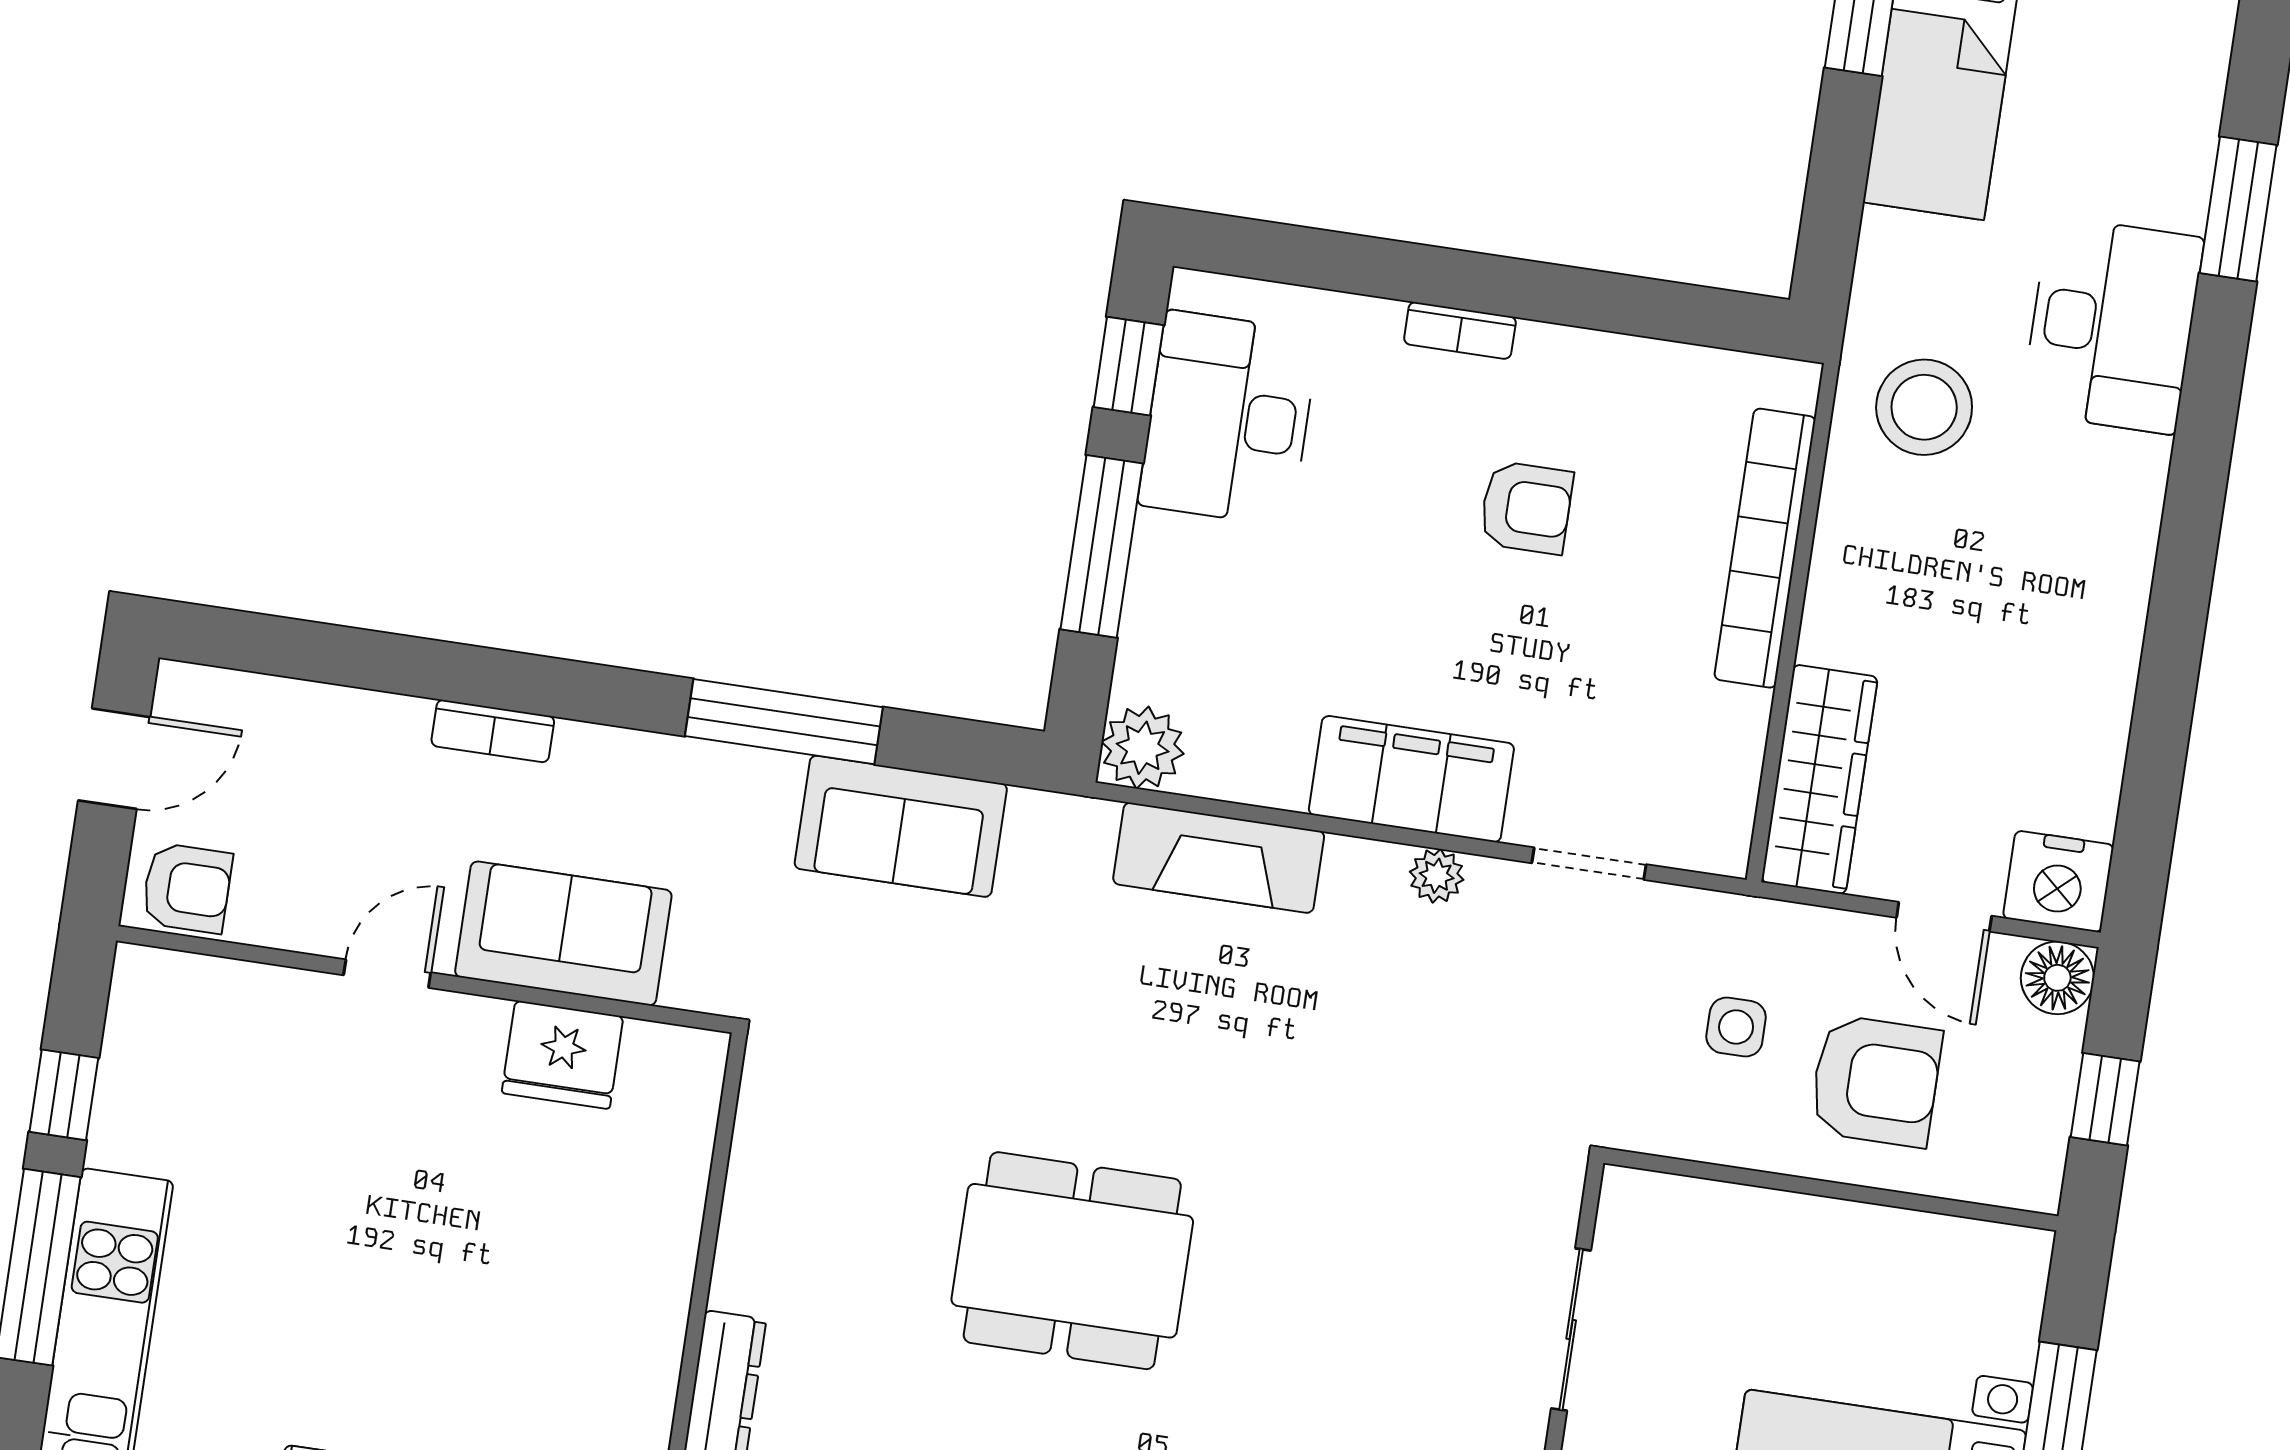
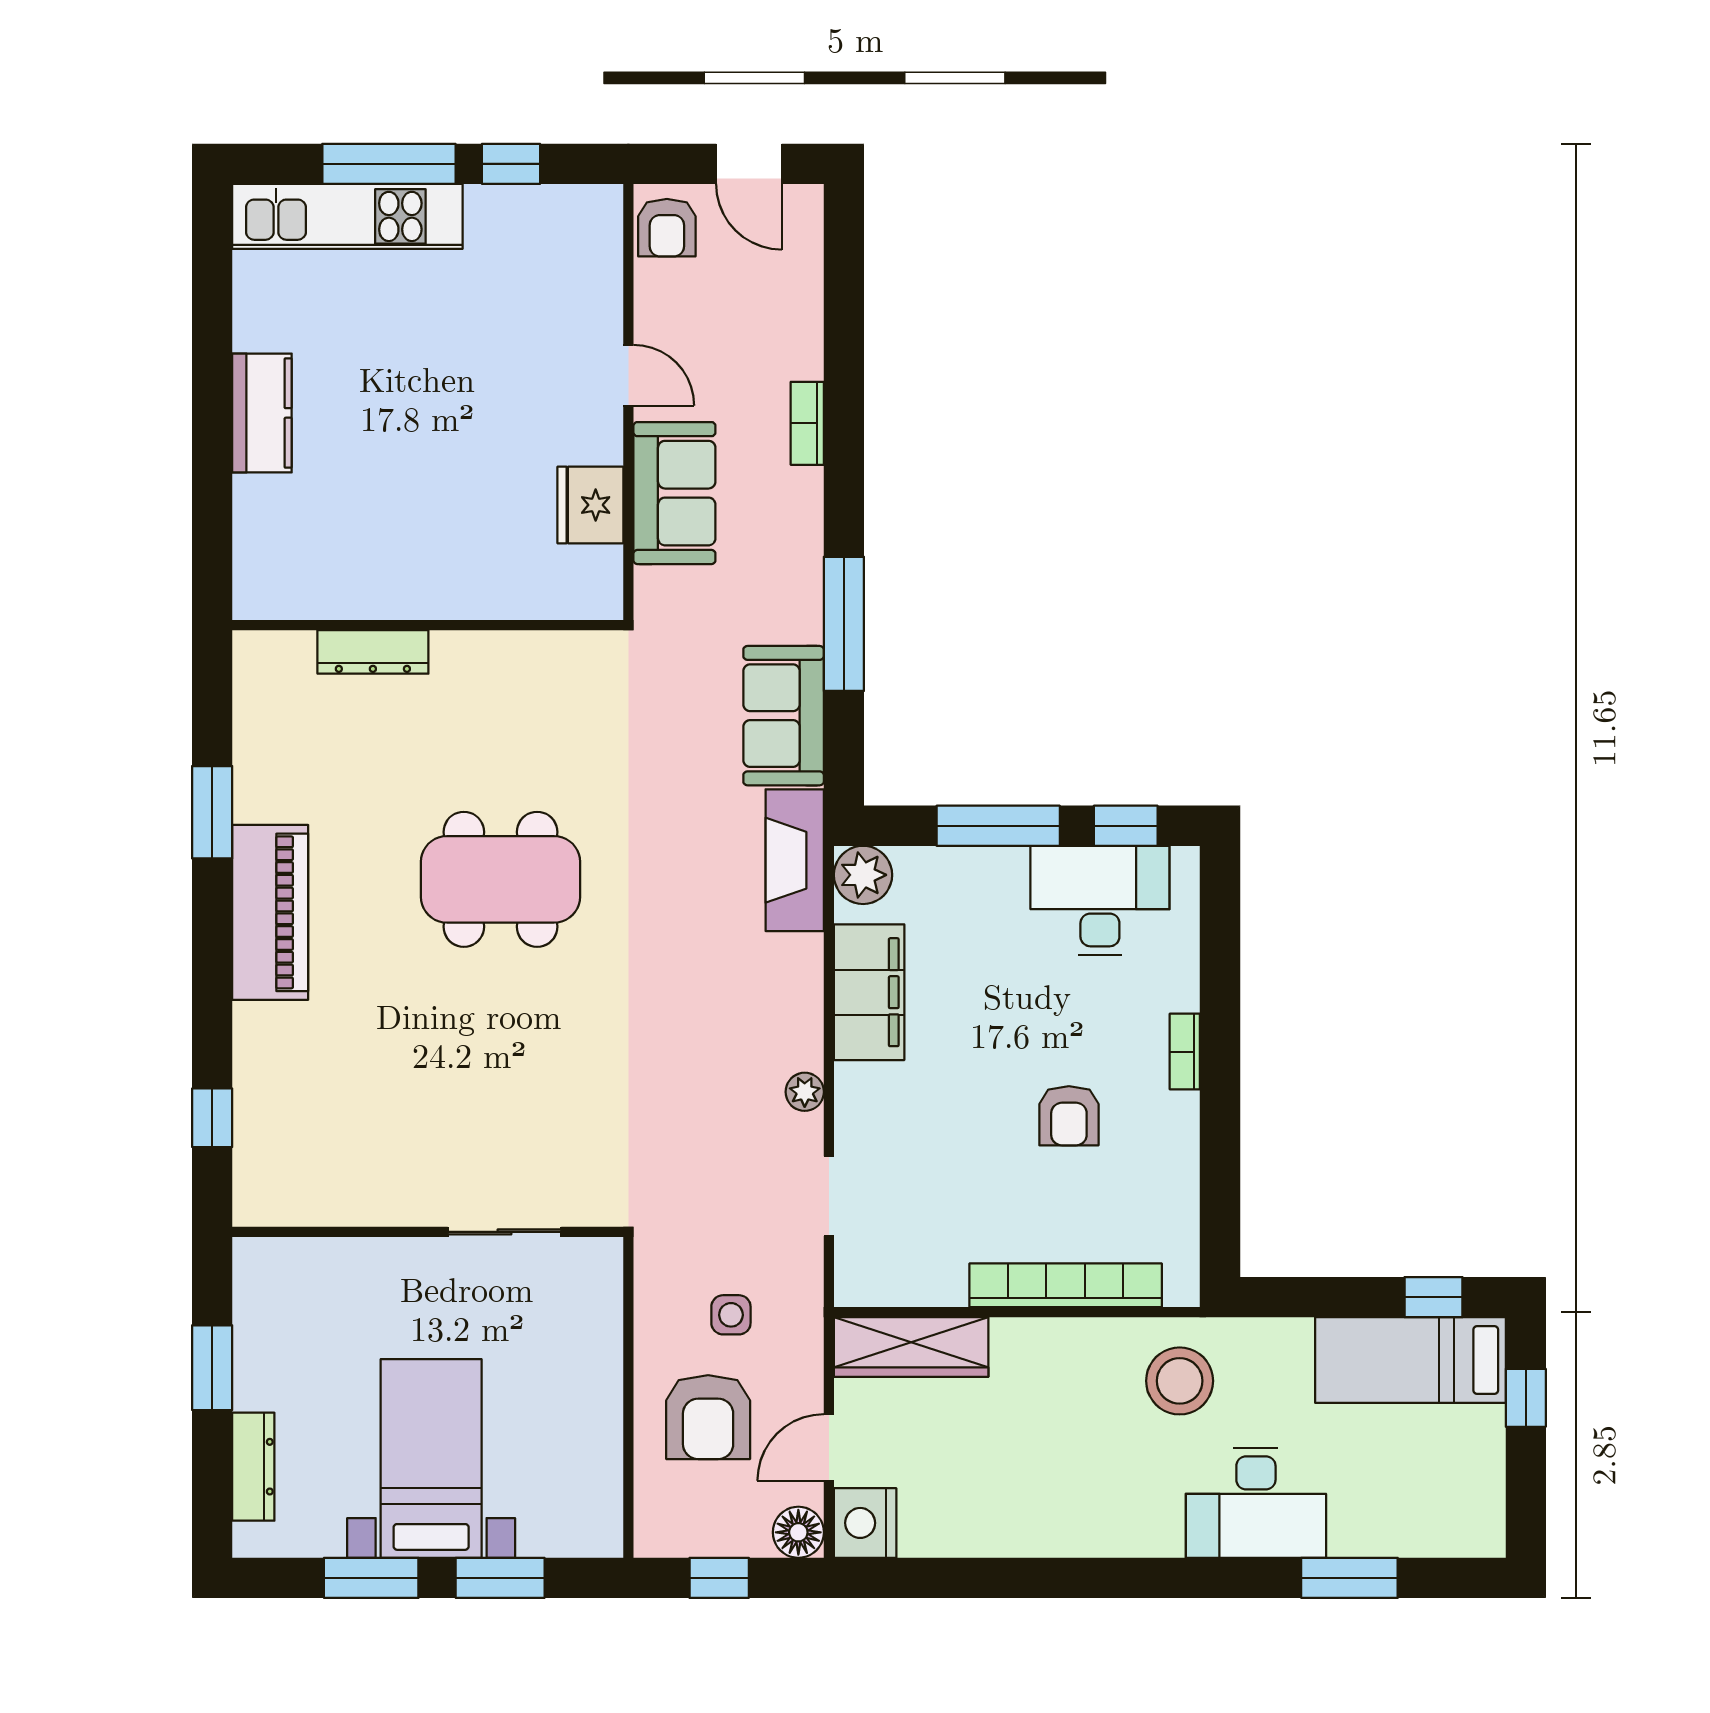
filing cabinet: (1411, 779) -> (869, 992), moved
fireplace: (1219, 858) -> (795, 860), moved
dining table: (1072, 1261) -> (500, 879), turned 90

